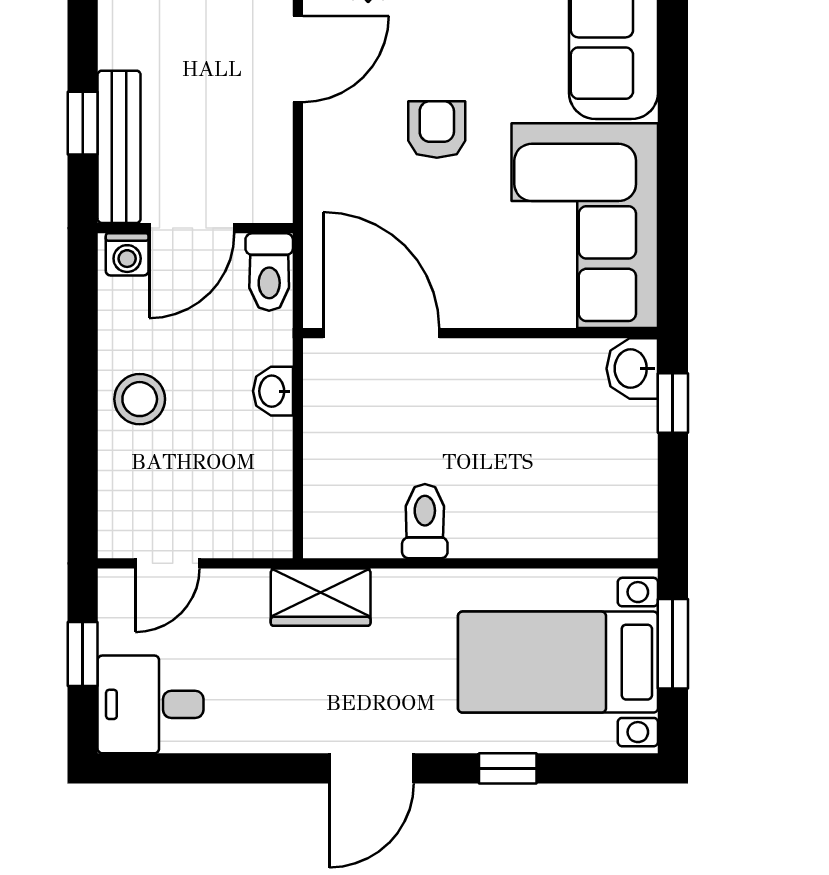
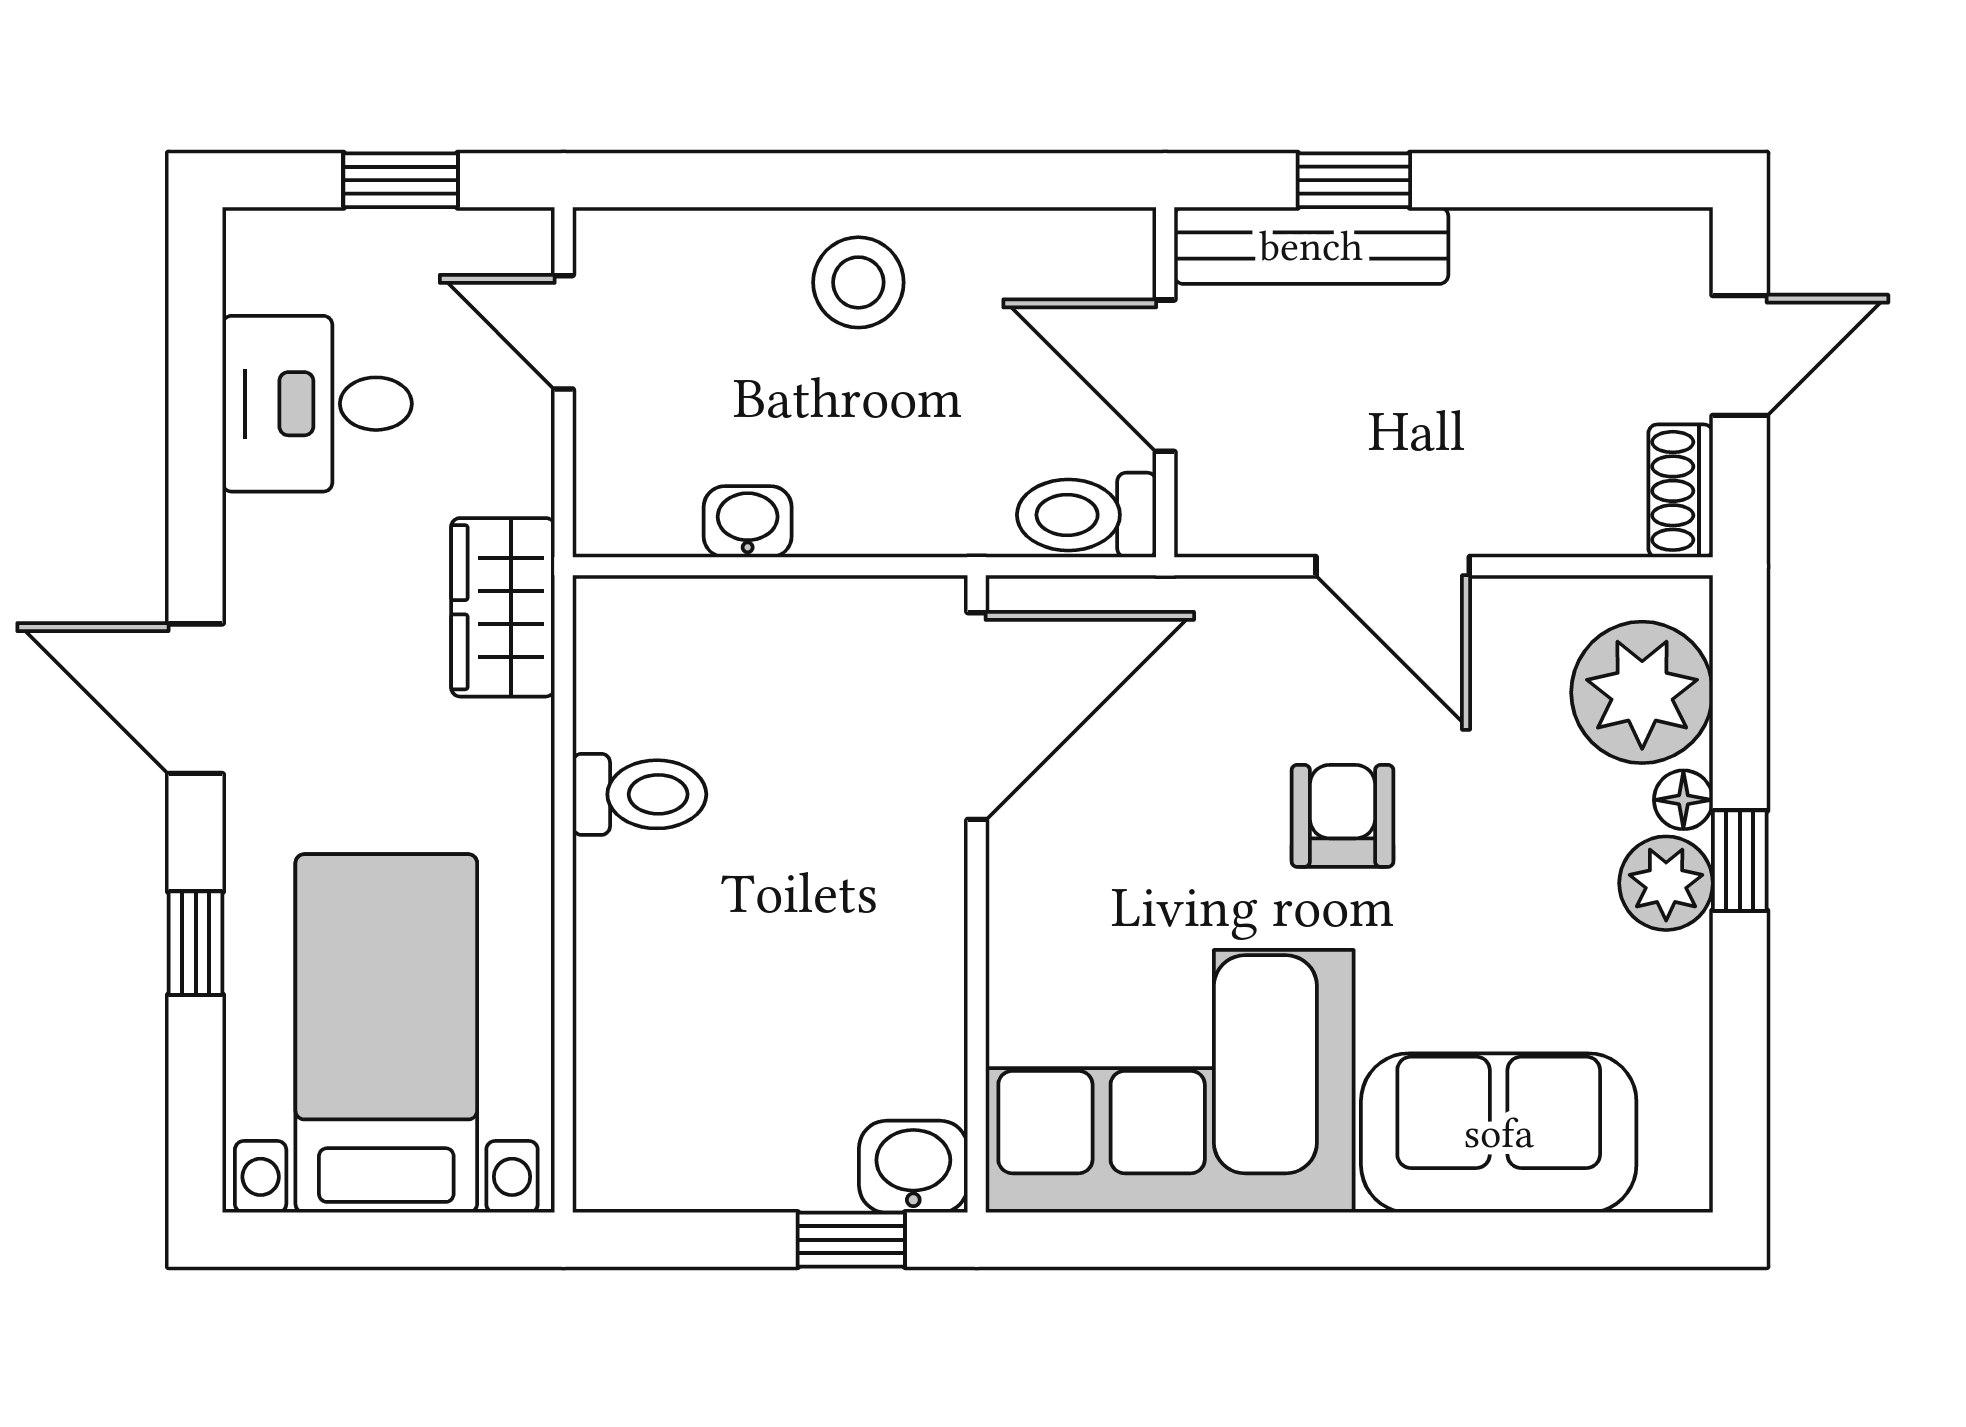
door: (298, 59) -> (1393, 566), moved
armchair: (437, 129) -> (1343, 816), turned -90
washing machine: (127, 254) -> (1118, 260), removed
washbasin: (273, 391) -> (748, 522), moved
window: (673, 644) -> (419, 1240), removed
desk: (150, 704) -> (317, 404), moved, turned -90

